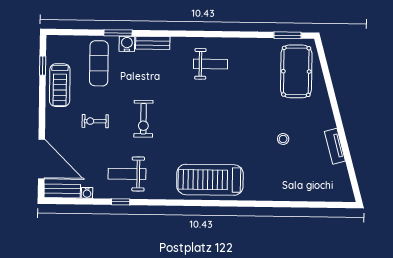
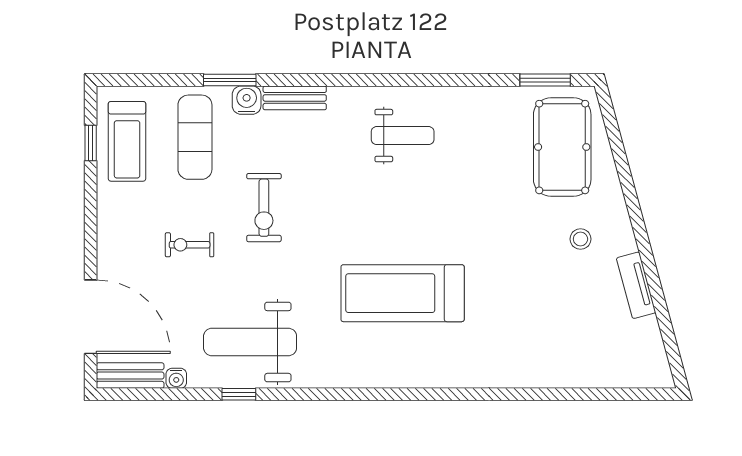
treadmill: (60, 85) -> (127, 141), moved
exercise bike: (143, 119) -> (264, 208), moved
stool: (283, 139) -> (580, 239), moved
weight bench: (127, 174) -> (250, 342), width x1.36, depth x1.33
treadmill: (210, 180) -> (403, 293), moved

